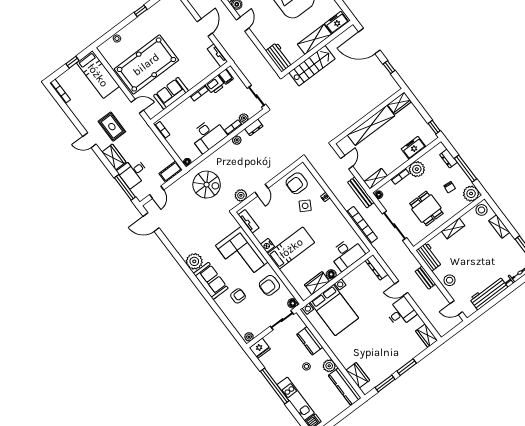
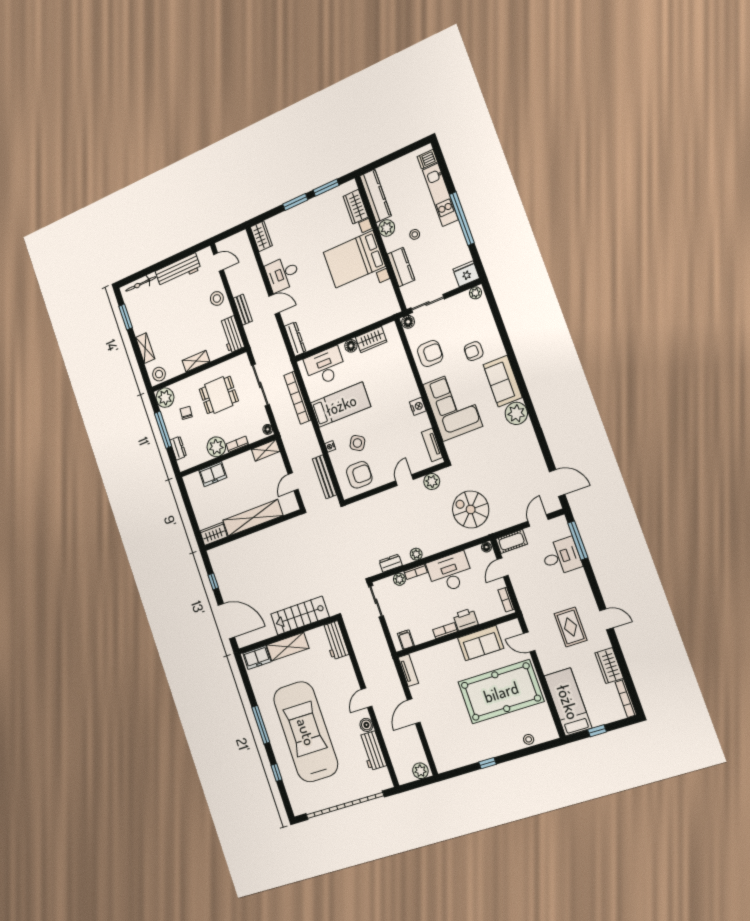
printer: (215, 85) -> (465, 619), moved
window: (434, 127) -> (183, 491), removed
door: (171, 152) -> (503, 567), added
wardrobe: (114, 157) -> (609, 666), moved
bench: (361, 192) -> (325, 477), moved
dining table: (426, 209) -> (219, 395), turned 90
bed: (291, 248) -> (341, 405), moved, turned 180
bed with nightstands: (334, 310) -> (354, 259), moved, turned -90

